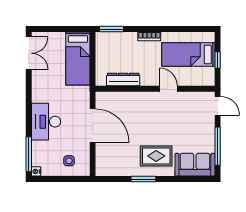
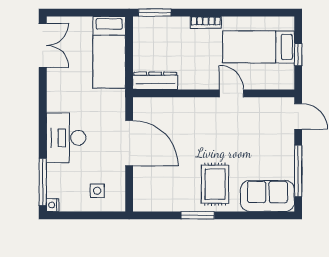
dresser: (123, 80) -> (155, 81), moved
rug: (156, 156) -> (215, 184), turned 90

